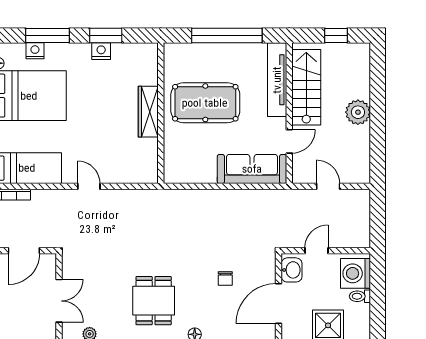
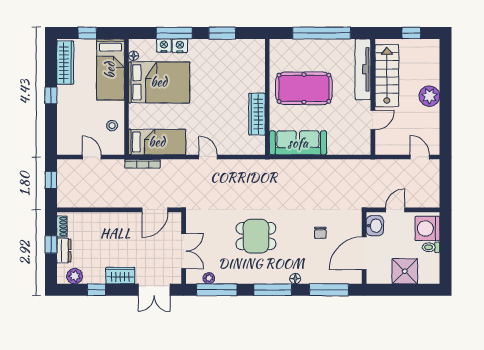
nightstand: (101, 51) -> (180, 46), moved
wardrobe: (148, 112) -> (257, 114), moved
sofa: (252, 169) -> (298, 143), moved
door: (328, 186) -> (420, 157), moved
dining table: (154, 301) -> (256, 236), moved, turned 90

